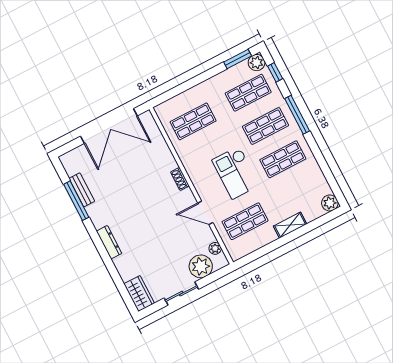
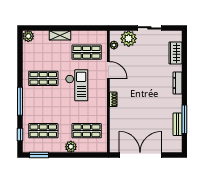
plant: (257, 63) -> (71, 147), moved
shop shelf: (265, 126) -> (43, 105), removed
wardrobe: (139, 294) -> (175, 53), moved

